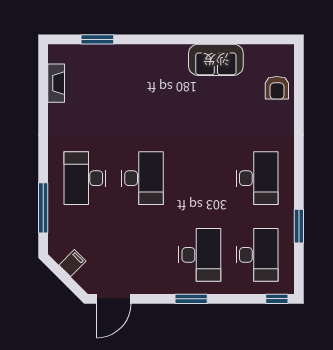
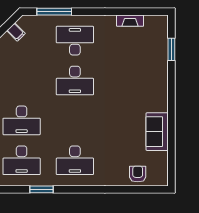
fireplace: (56, 83) -> (130, 21), moved
armchair: (277, 88) -> (138, 174), turned 90

